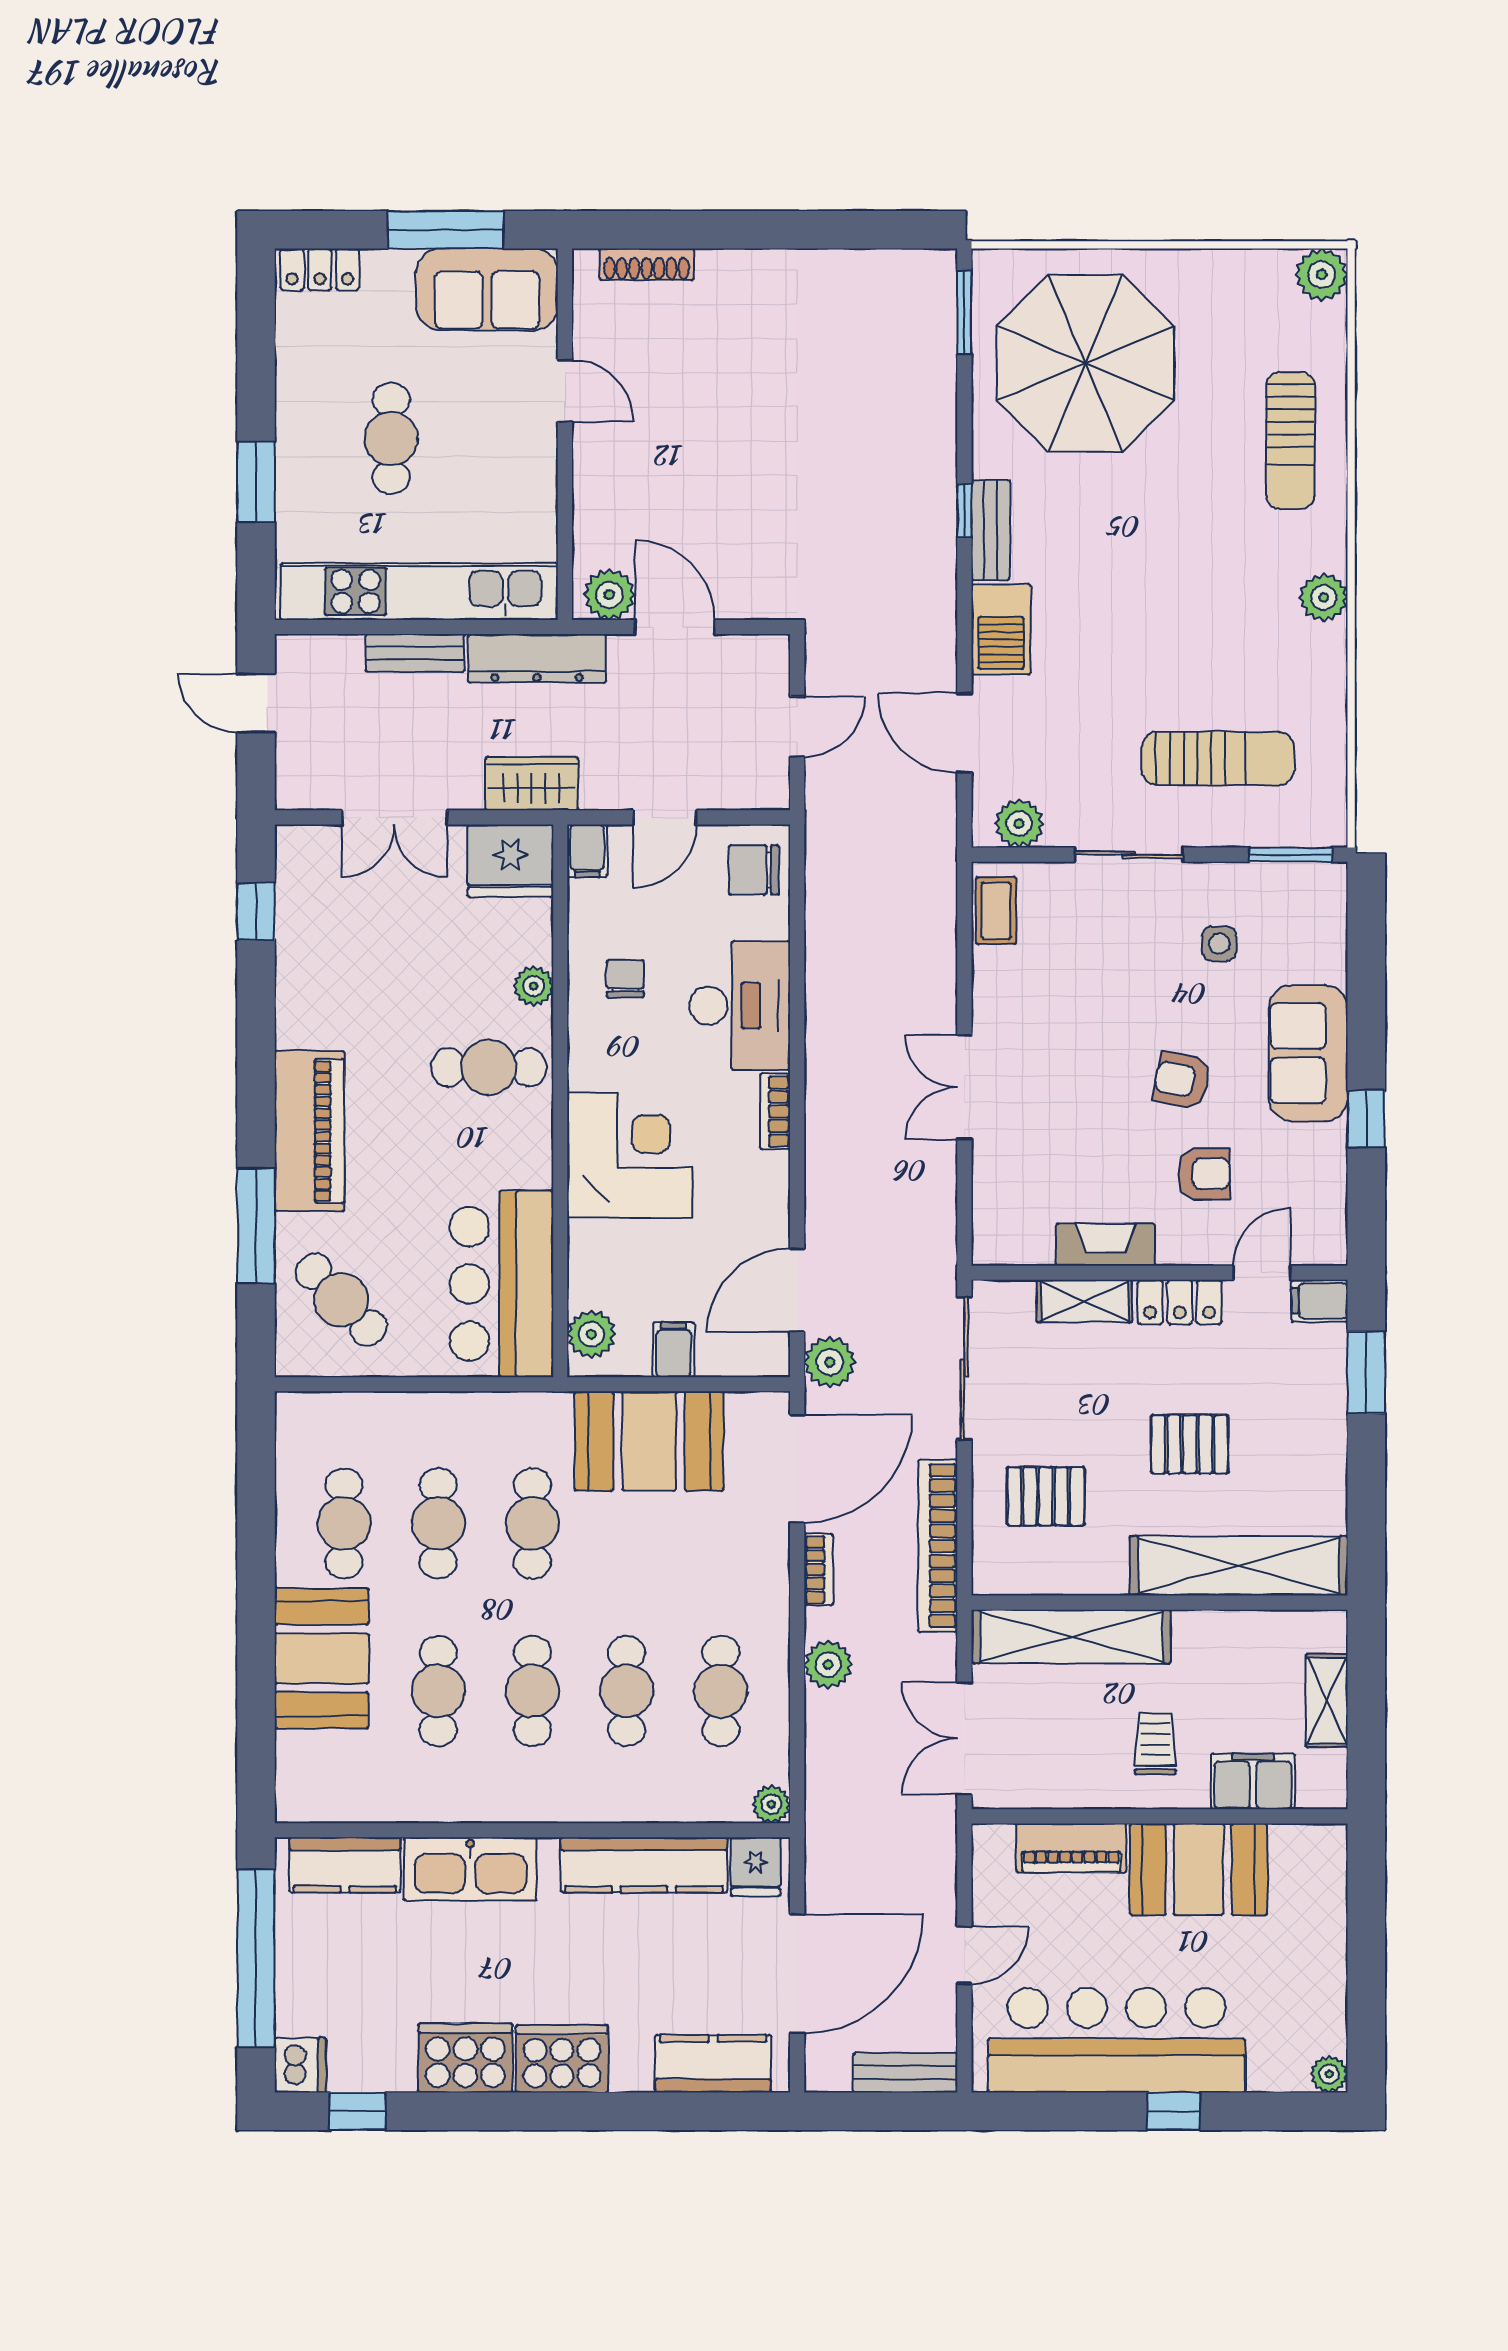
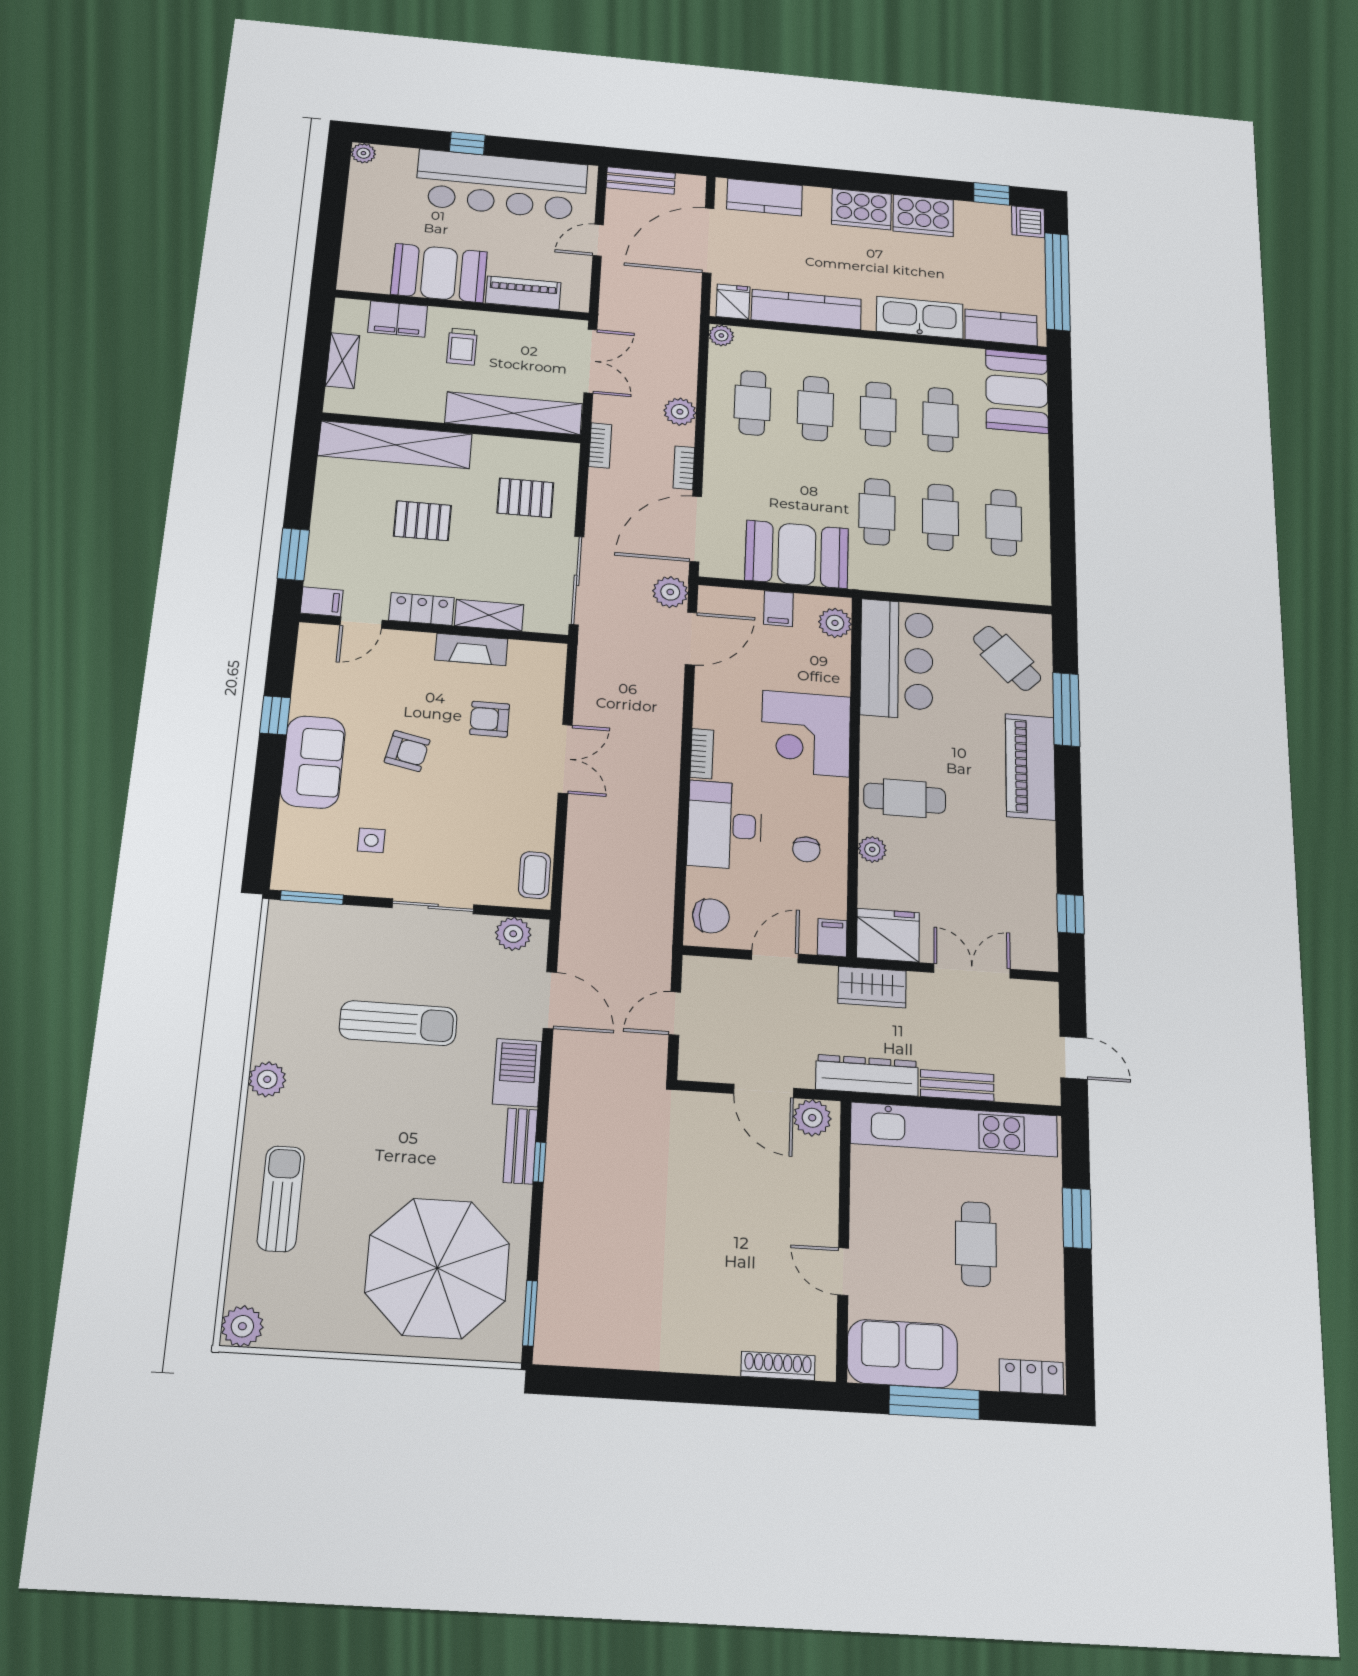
sun lounger: (1218, 758) -> (398, 1023), moved, turned 180
armchair: (1204, 1174) -> (490, 719), moved
bookcase: (938, 1546) -> (600, 445), width x0.43, depth x0.76
booth: (322, 1658) -> (1017, 391), moved

